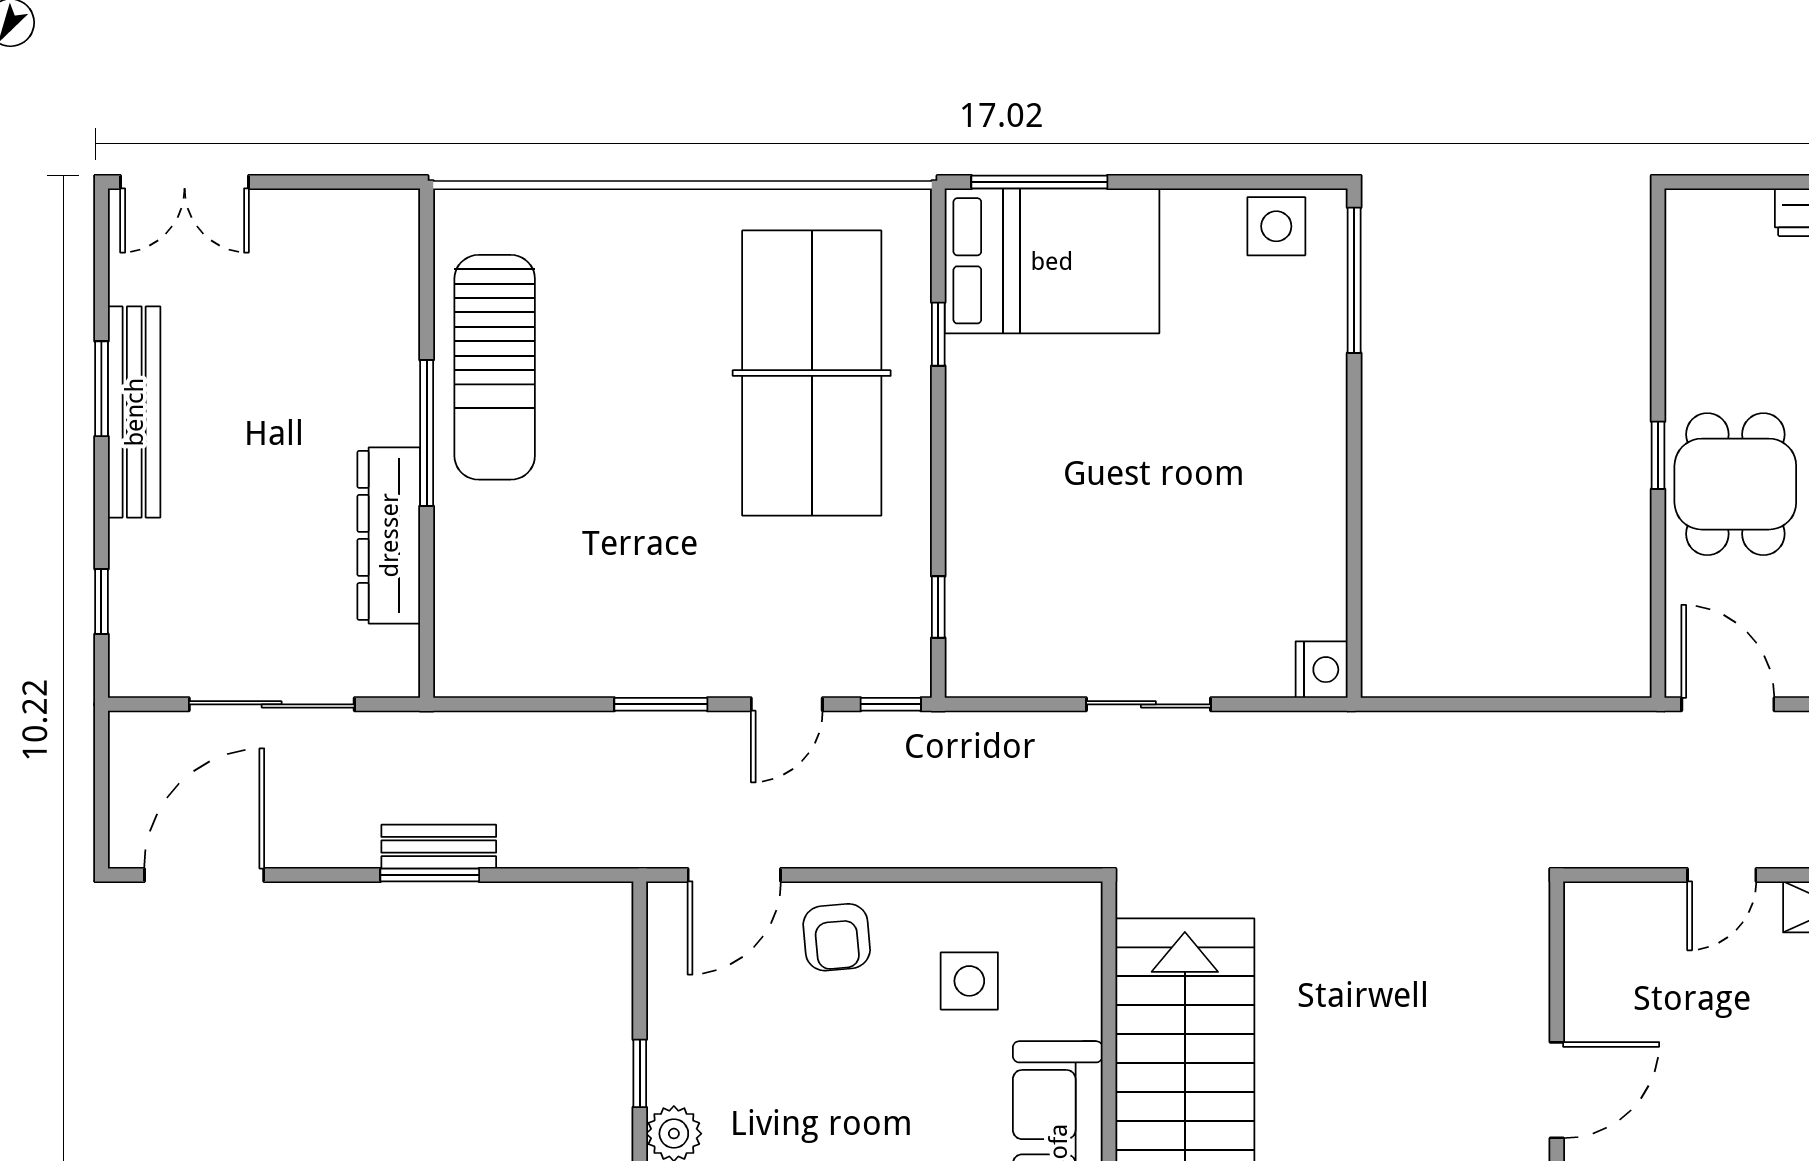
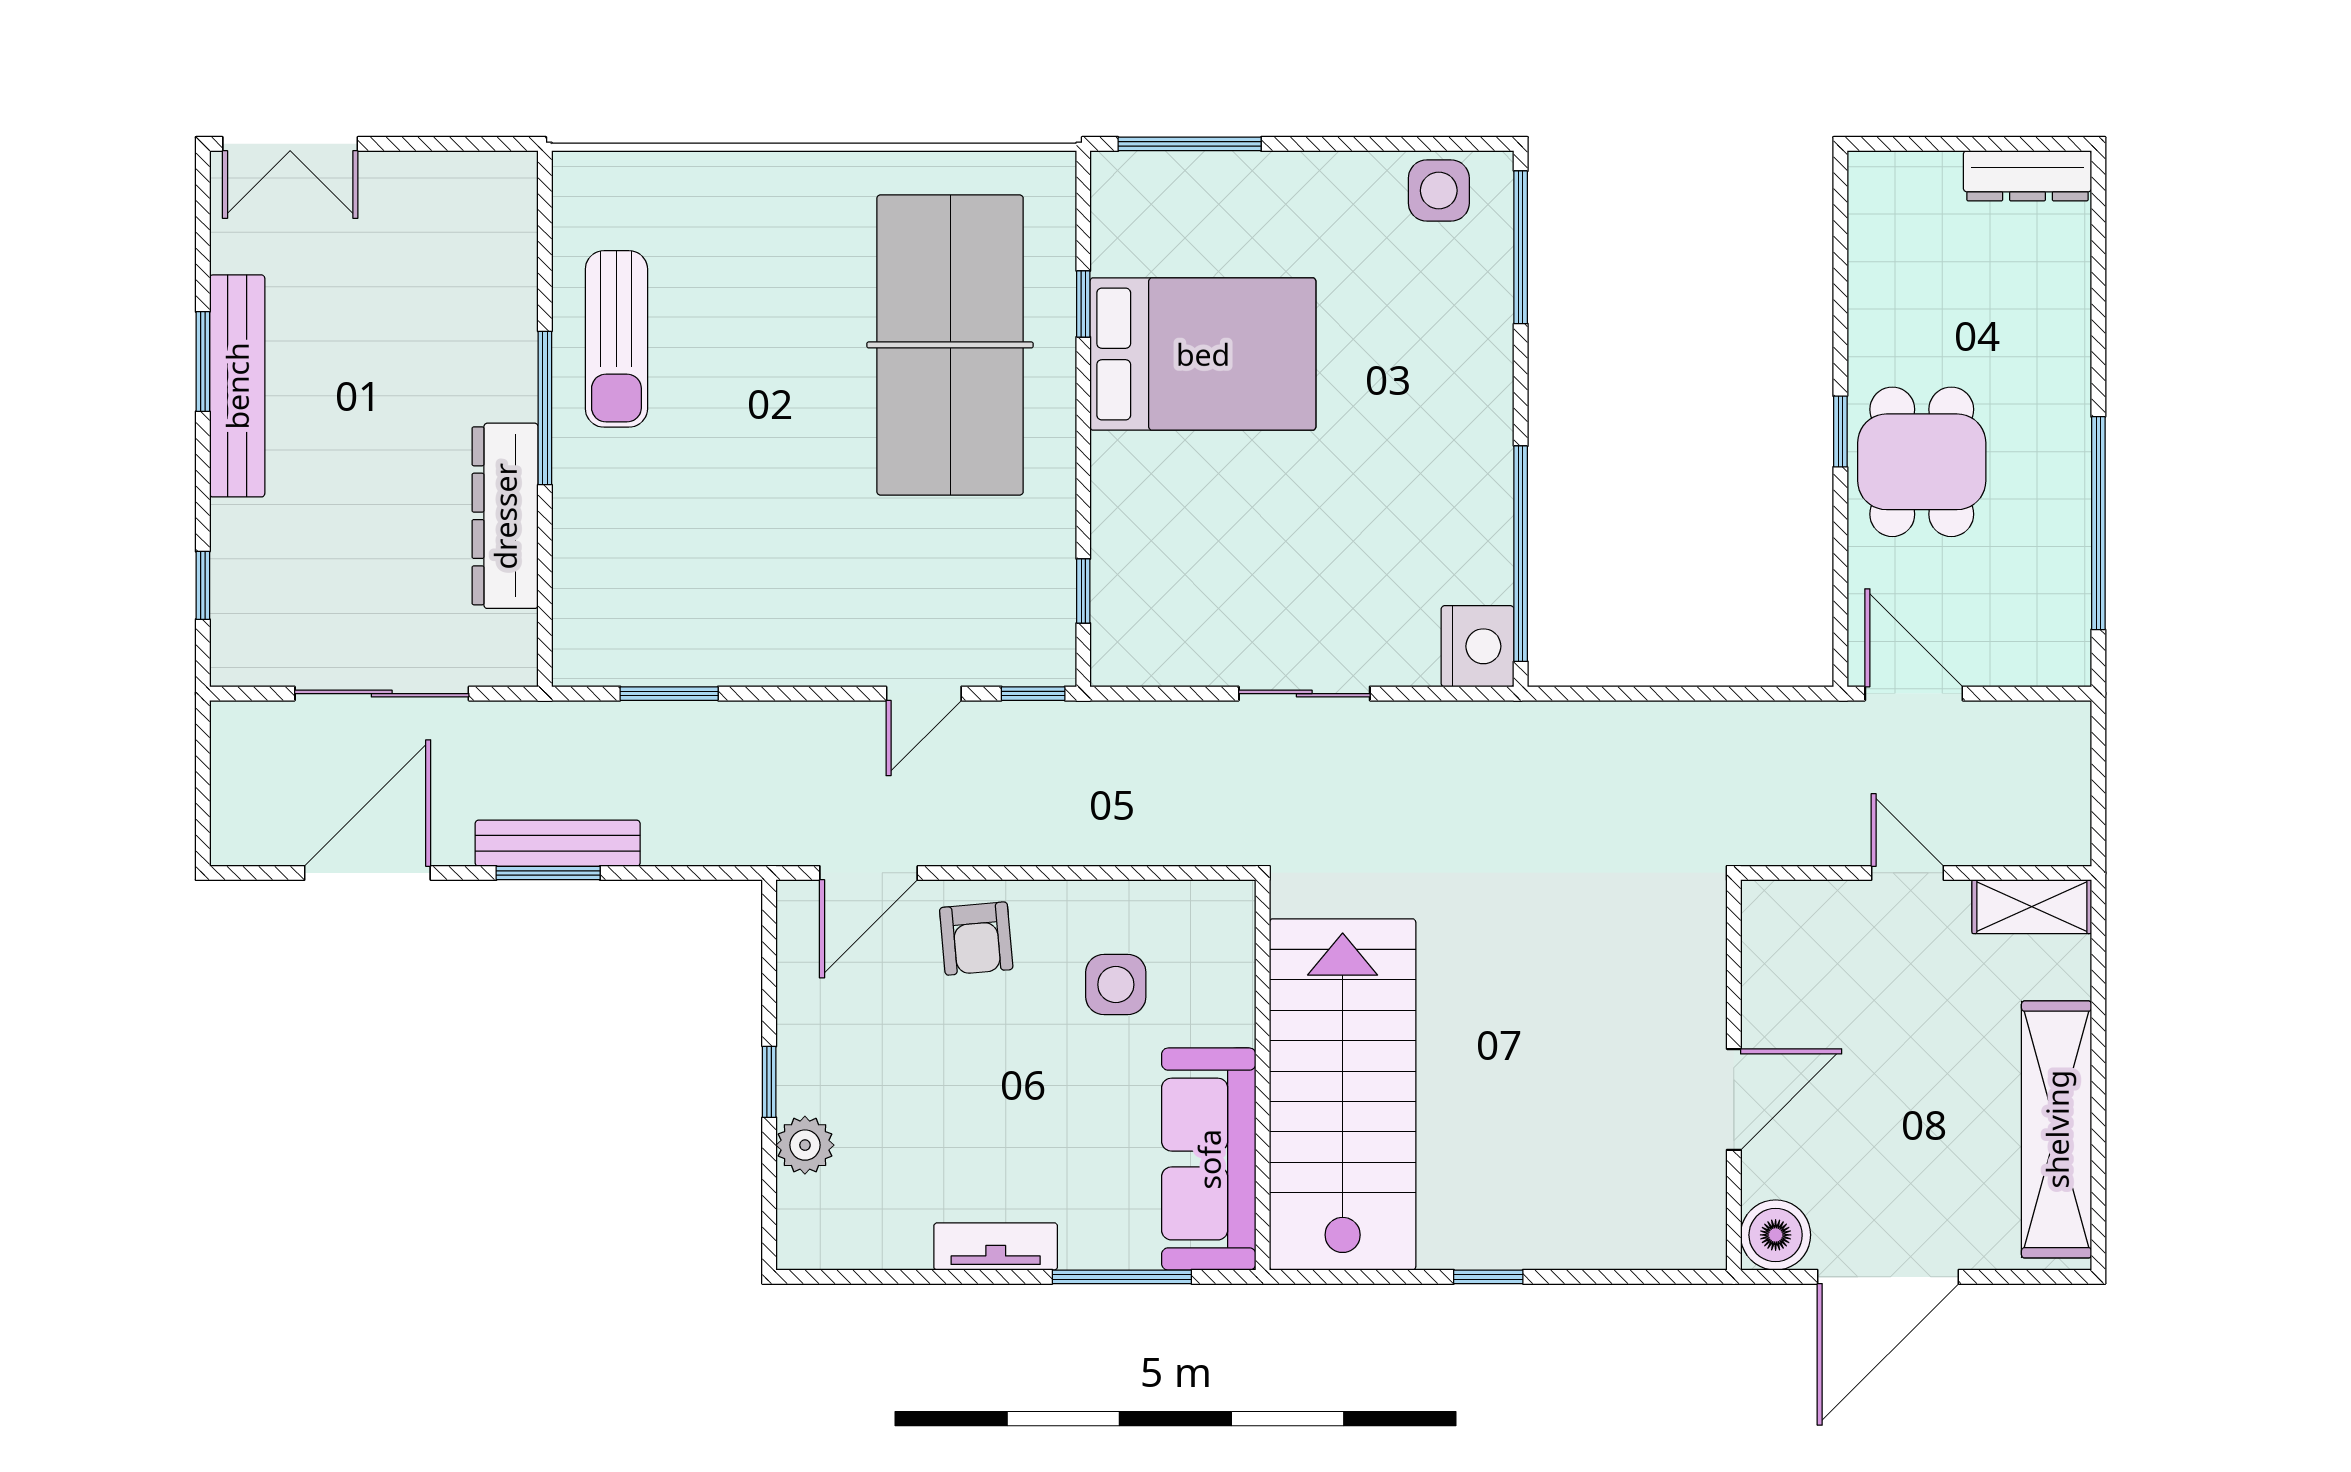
bed: (1052, 261) -> (1203, 354), moved
sun lounger: (495, 367) -> (616, 339), width x0.73, depth x0.75
window: (1354, 571) -> (1521, 554), added
nightstand: (1322, 670) -> (1478, 646), width x1.36, depth x1.33
window: (661, 704) -> (669, 694), moved
bench: (439, 847) -> (558, 843), width x1.36
door: (204, 875) -> (367, 873), moved
door: (1722, 875) -> (1907, 873), swing flipped

